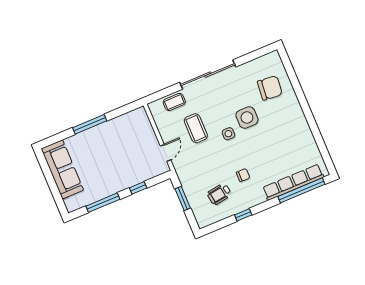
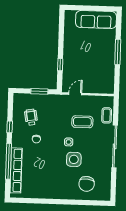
door: (165, 153) -> (75, 94), swing flipped
window: (301, 190) -> (9, 161), moved
window: (103, 203) -> (61, 36), removed

